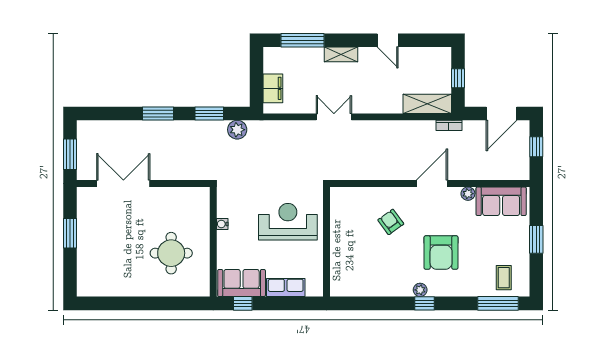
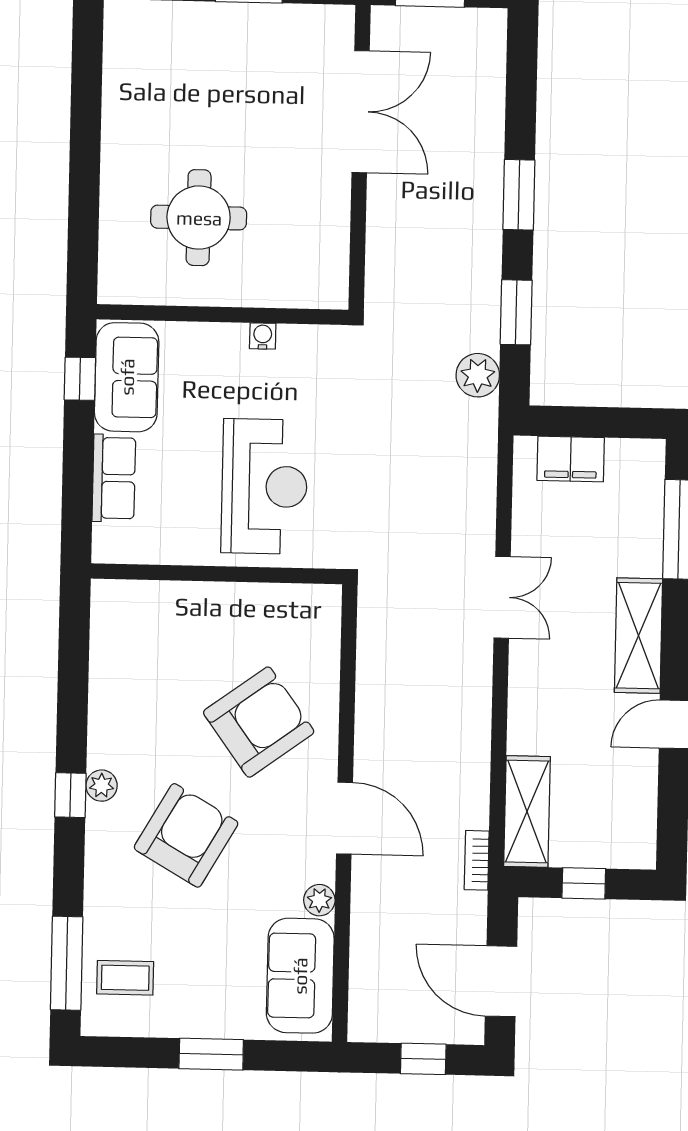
shelving: (341, 54) -> (638, 636), width x1.50, depth x1.33
armchair: (391, 222) -> (259, 722), width x1.88, depth x1.88
armchair: (441, 252) -> (186, 835), turned 120

